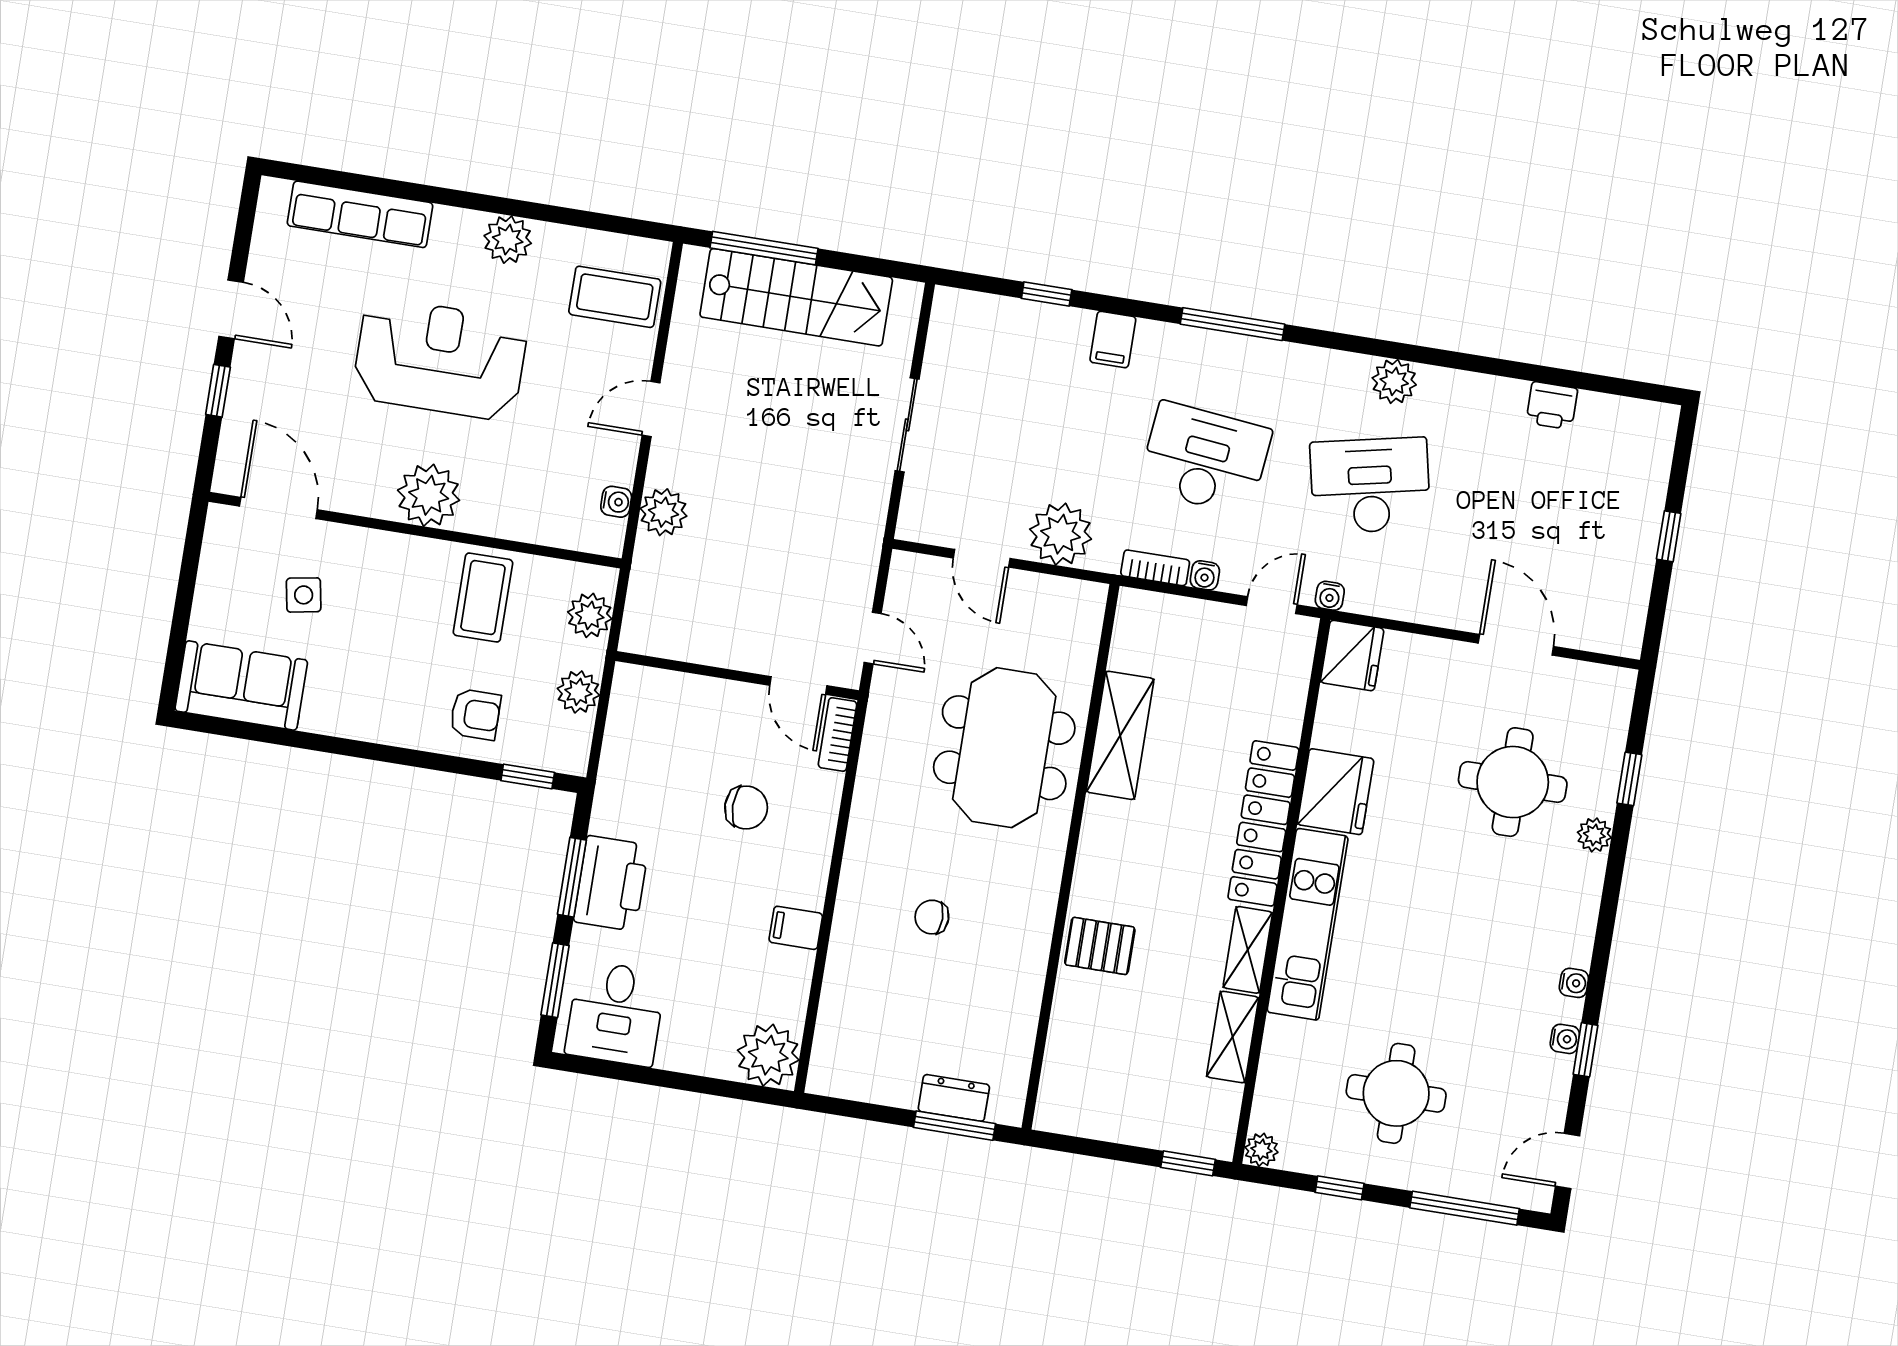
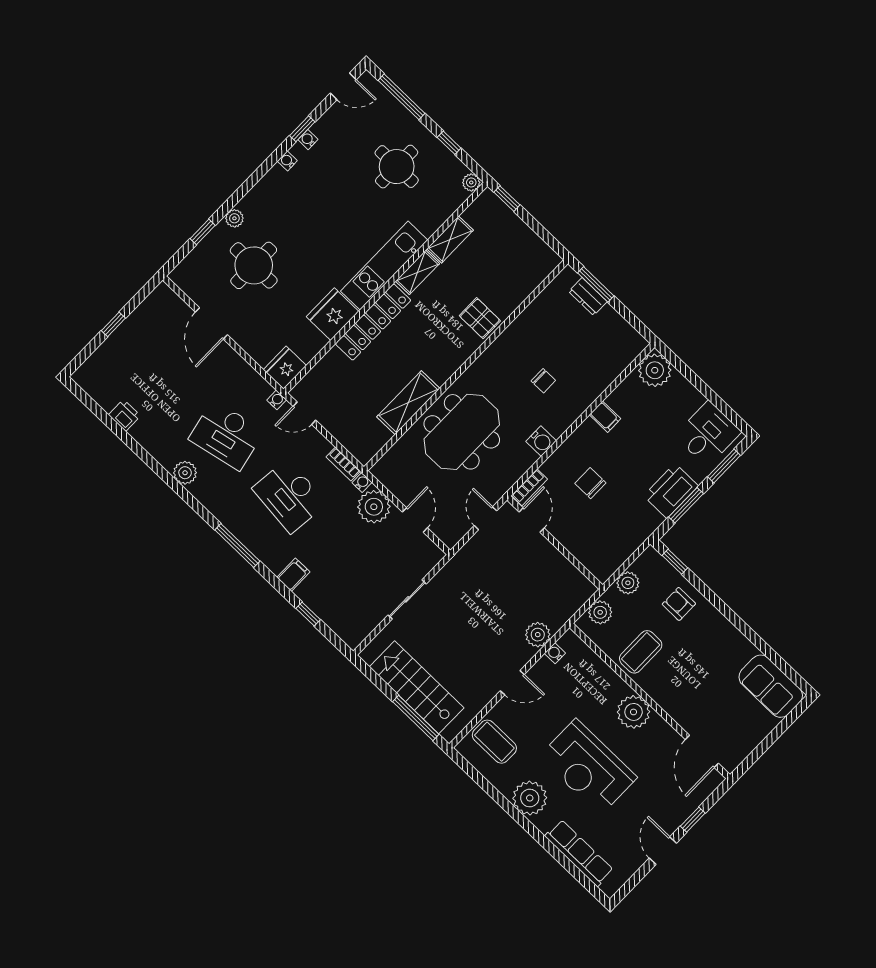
plant: (508, 240) -> (530, 798), width x1.36, depth x1.36
water cooler: (1205, 575) -> (362, 482), moved
side table: (304, 595) -> (717, 706), removed
water cooler: (869, 820) -> (541, 441), added

